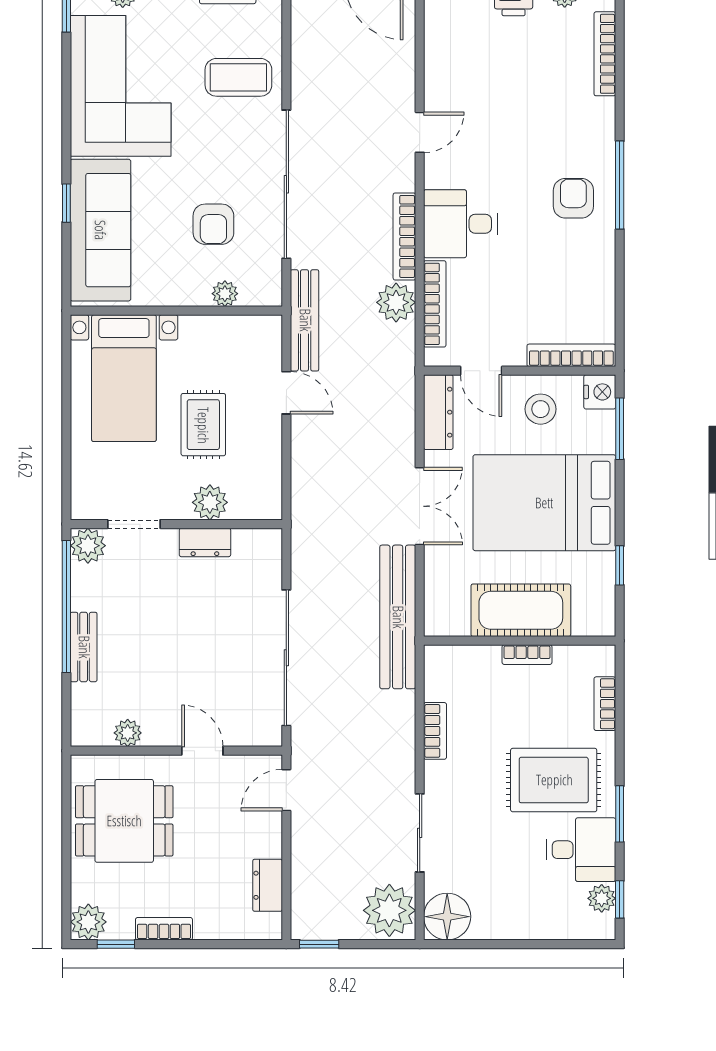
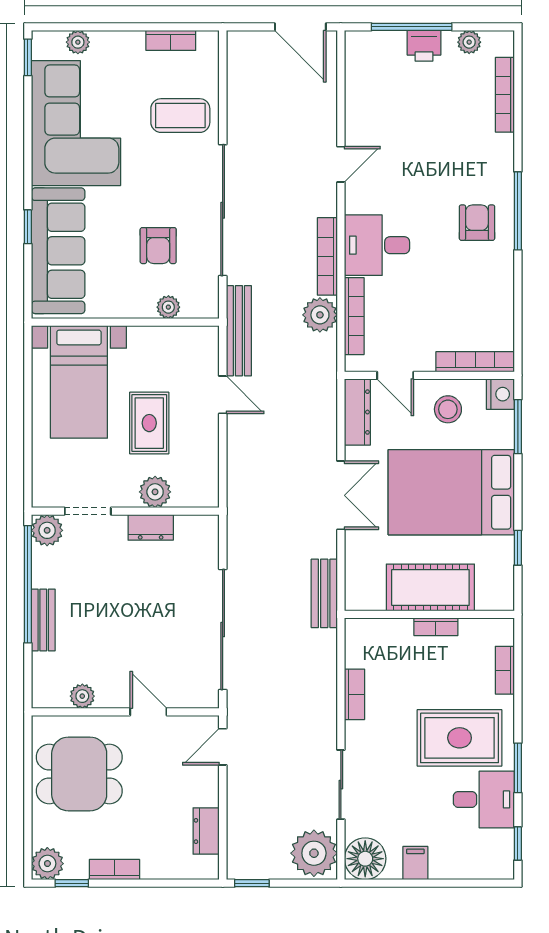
bench: (398, 617) -> (324, 593), width x0.54, depth x0.82
plant: (602, 898) -> (502, 843), removed
filing cabinet: (504, 921) -> (415, 863), added

